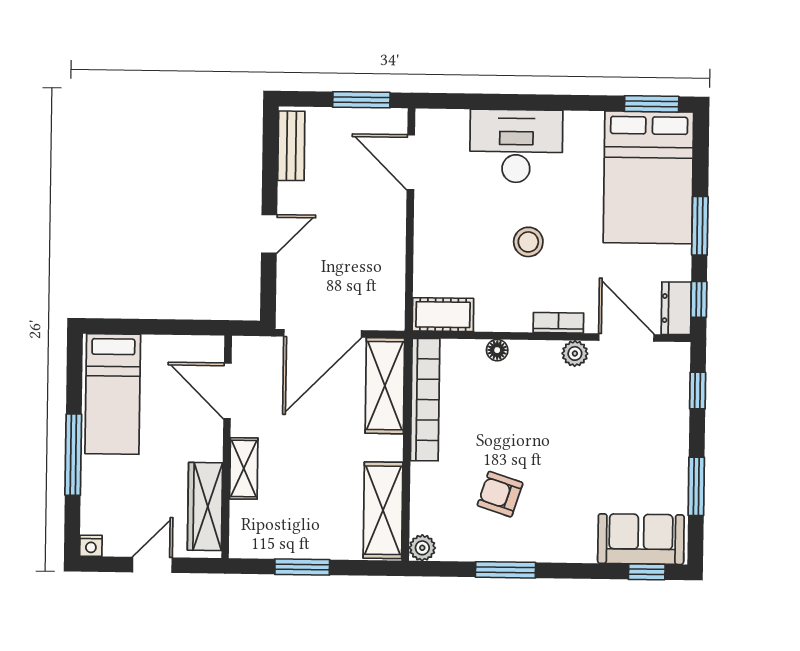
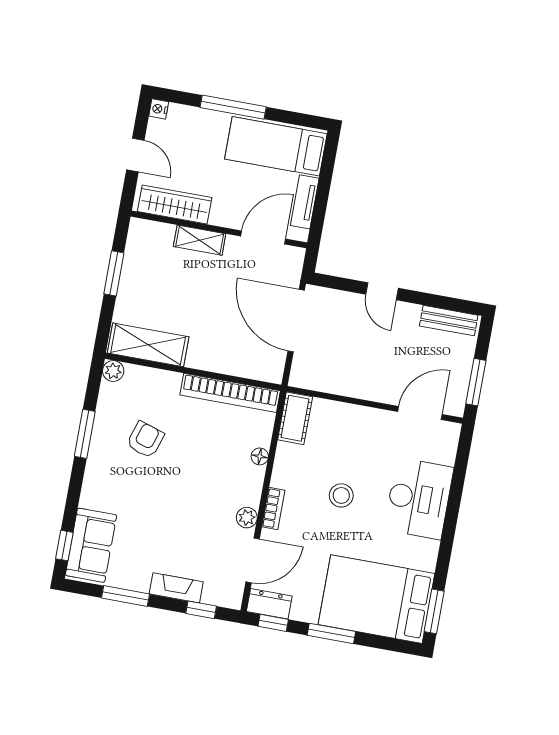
tv unit: (175, 347) -> (305, 202), added
shelving: (385, 386) -> (246, 363), removed
fireplace: (676, 426) -> (176, 588), added

